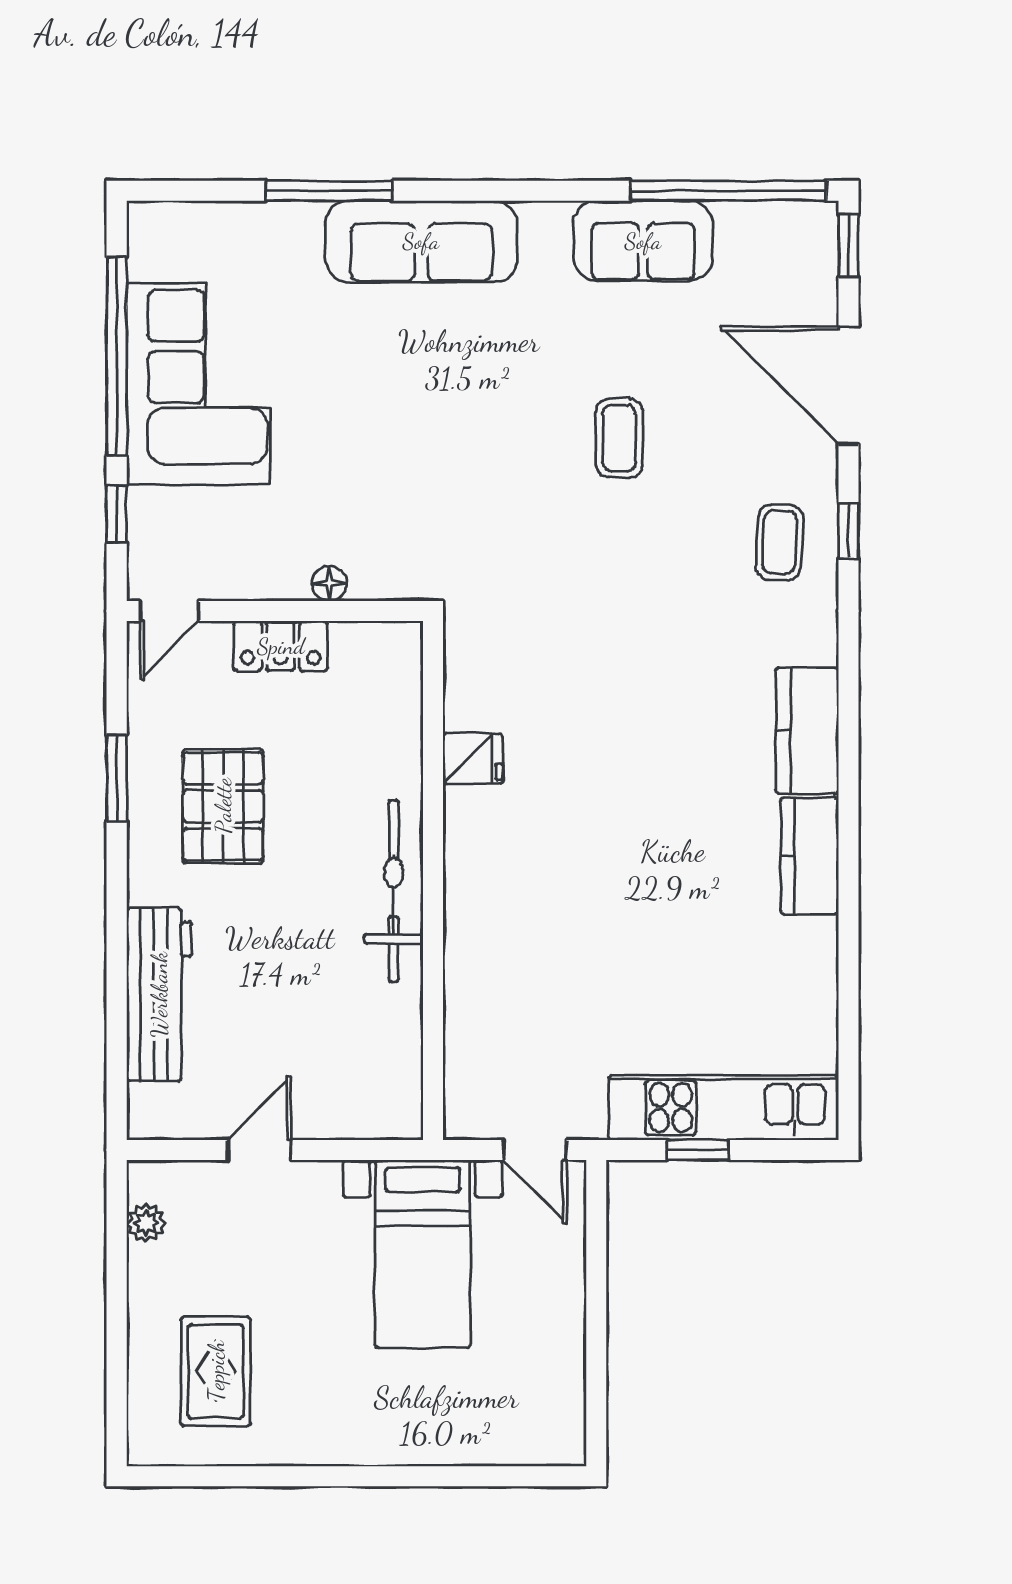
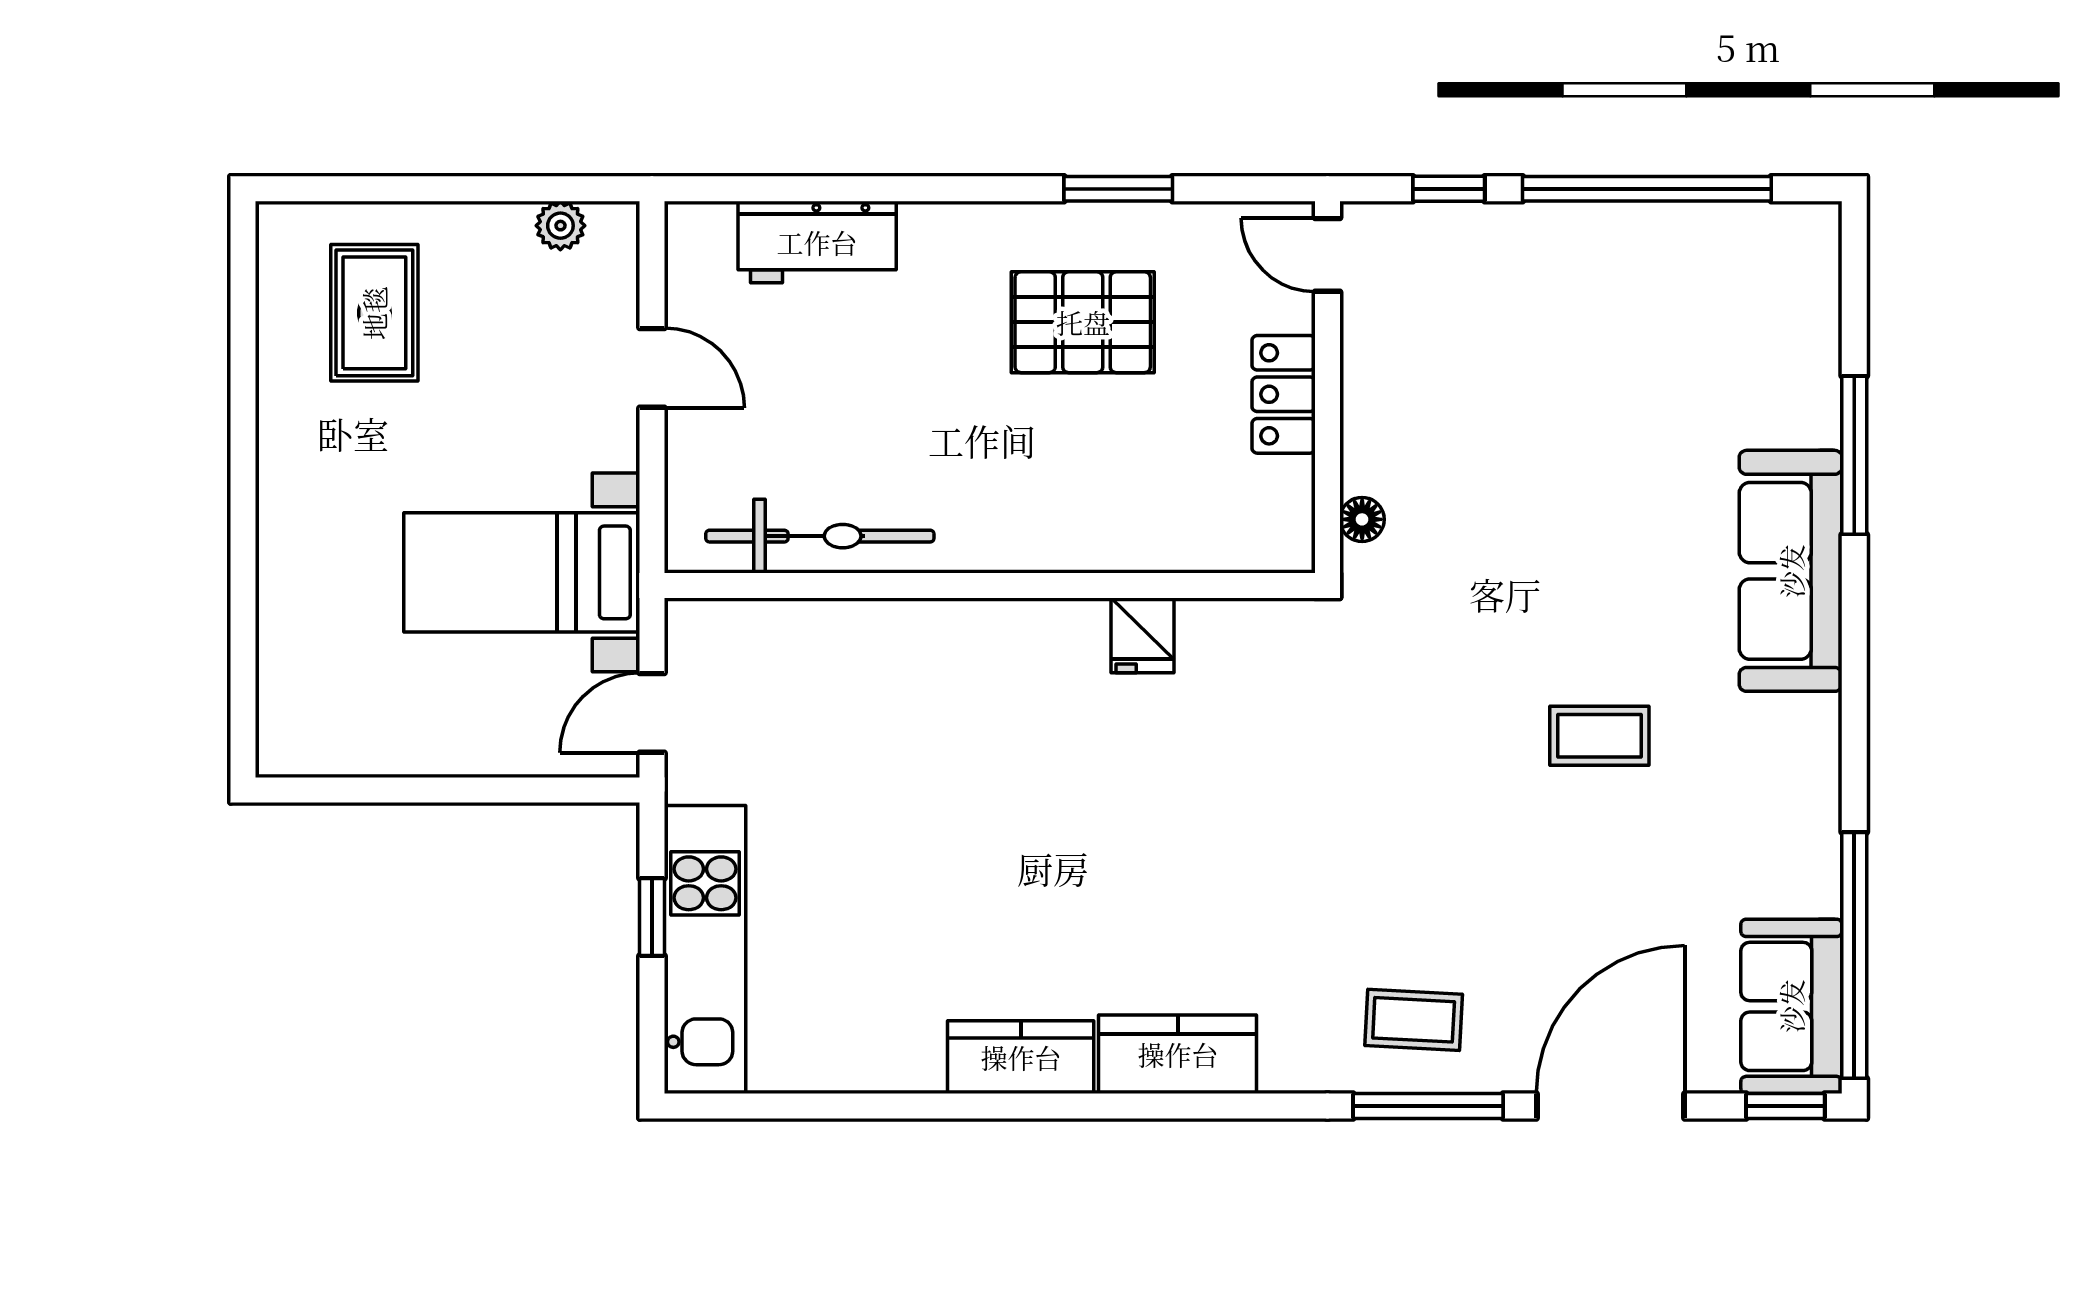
sofa: (643, 241) -> (1791, 1006), moved
corner sofa: (198, 384) -> (1612, 291), removed
coffee table: (619, 438) -> (1599, 736), moved
window: (848, 531) -> (1428, 1106), width x2.17
floor lamp: (329, 583) -> (1362, 519), moved
bicycle: (394, 891) -> (820, 536), moved
workbench: (159, 995) -> (817, 242), width x0.73
rug: (216, 1371) -> (374, 313), turned 90

